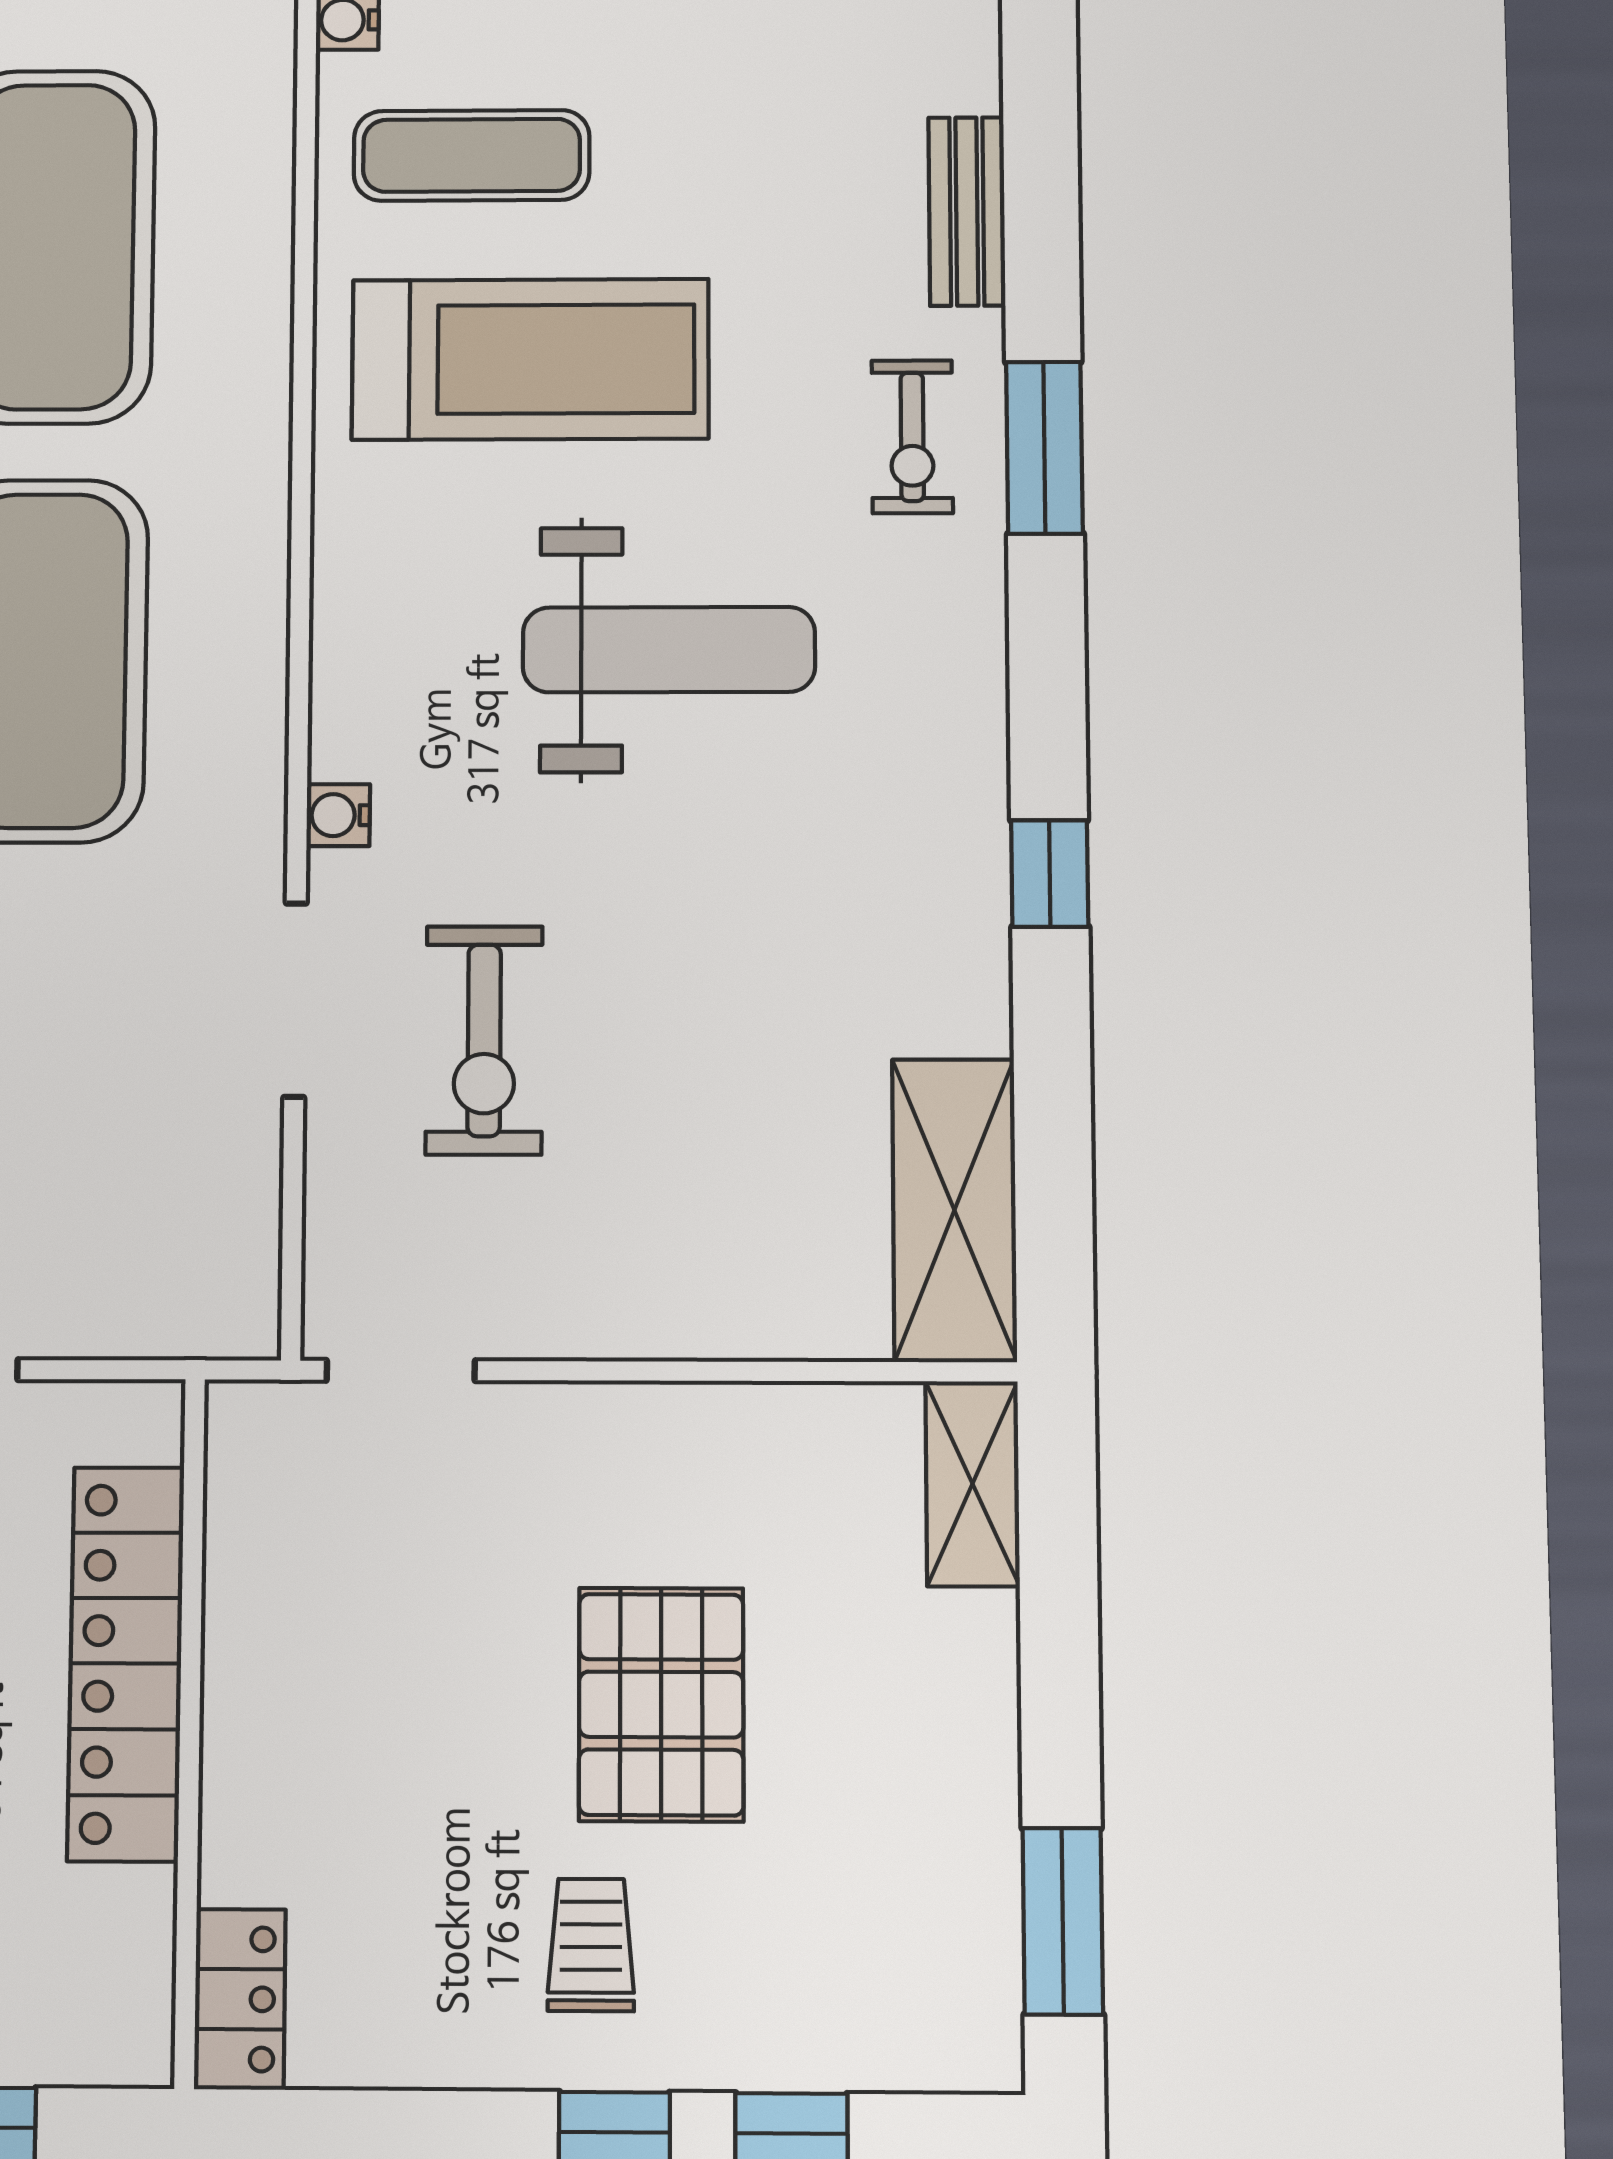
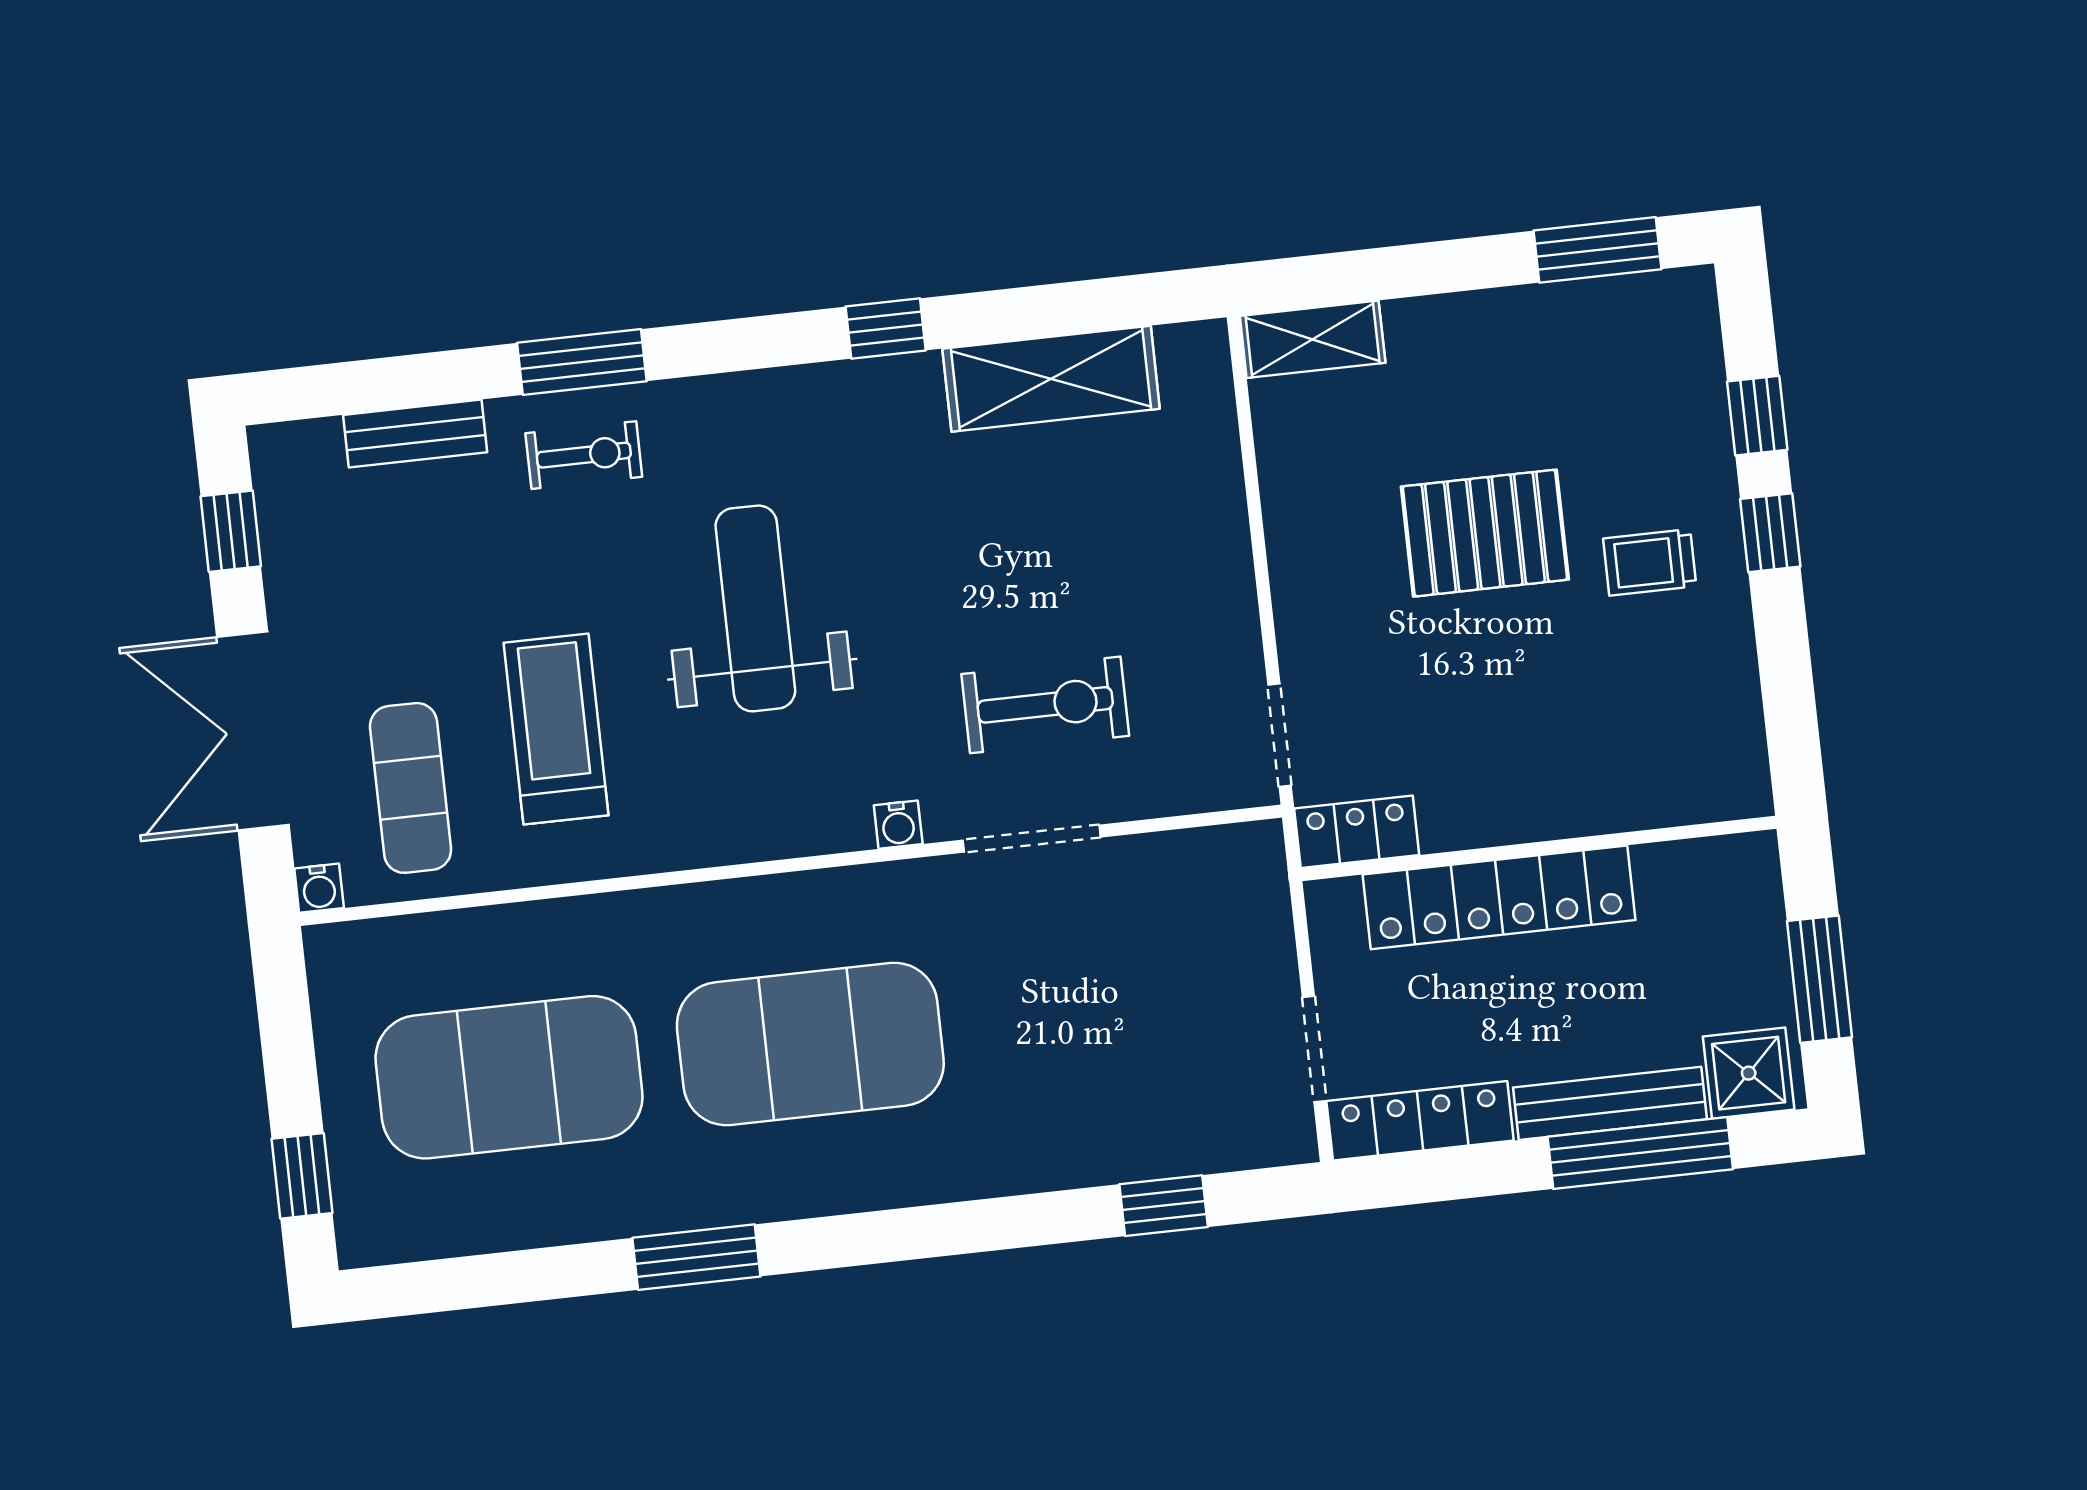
treadmill: (530, 359) -> (556, 729), width x0.73, depth x0.73
shelving: (954, 1210) -> (1051, 379), moved
locker: (240, 1999) -> (1357, 832), moved

